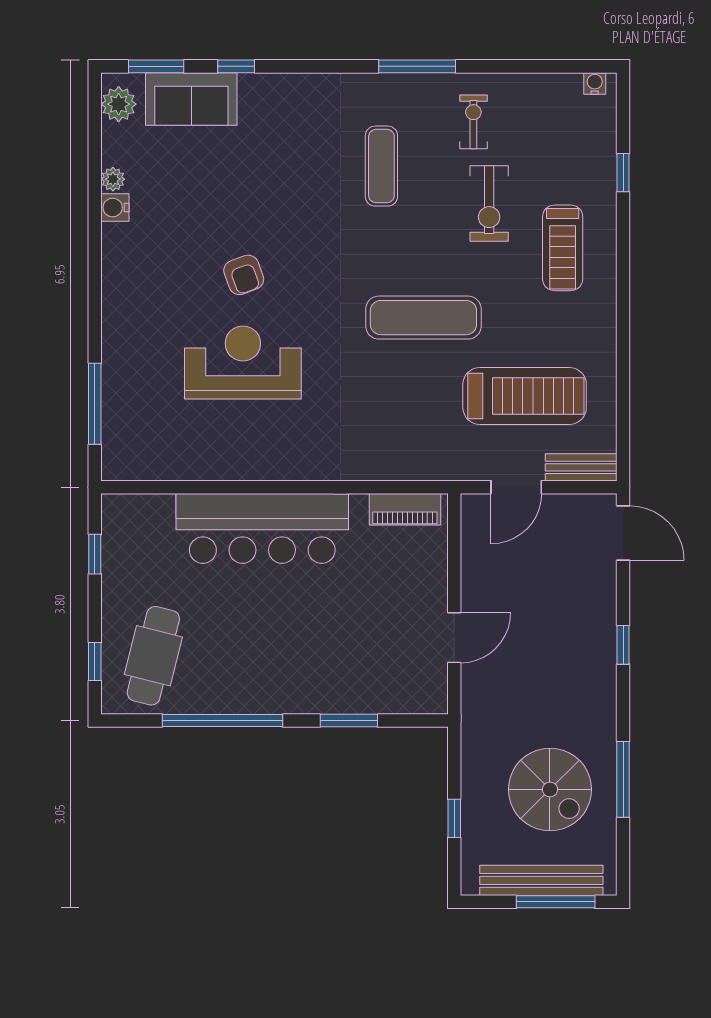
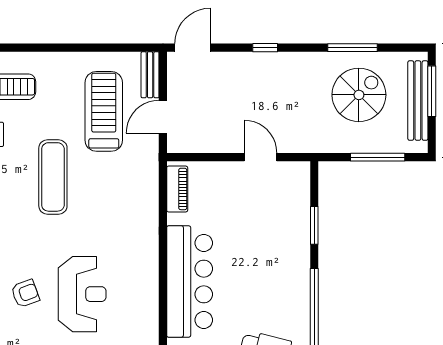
reception desk: (243, 363) -> (82, 294), turned 180
door: (516, 487) -> (163, 117), swing flipped
window: (454, 818) -> (378, 157), width x2.17

